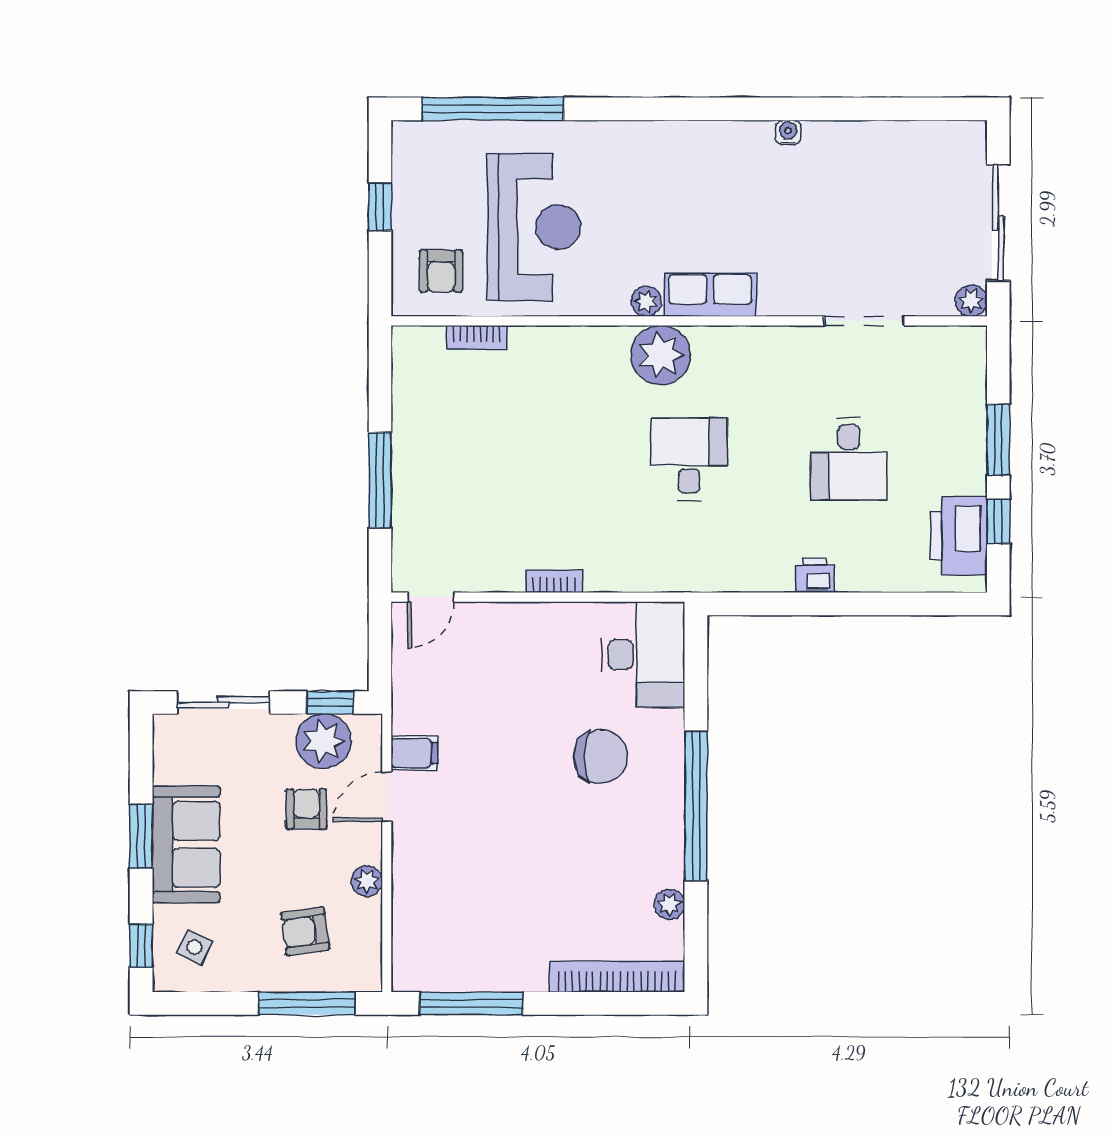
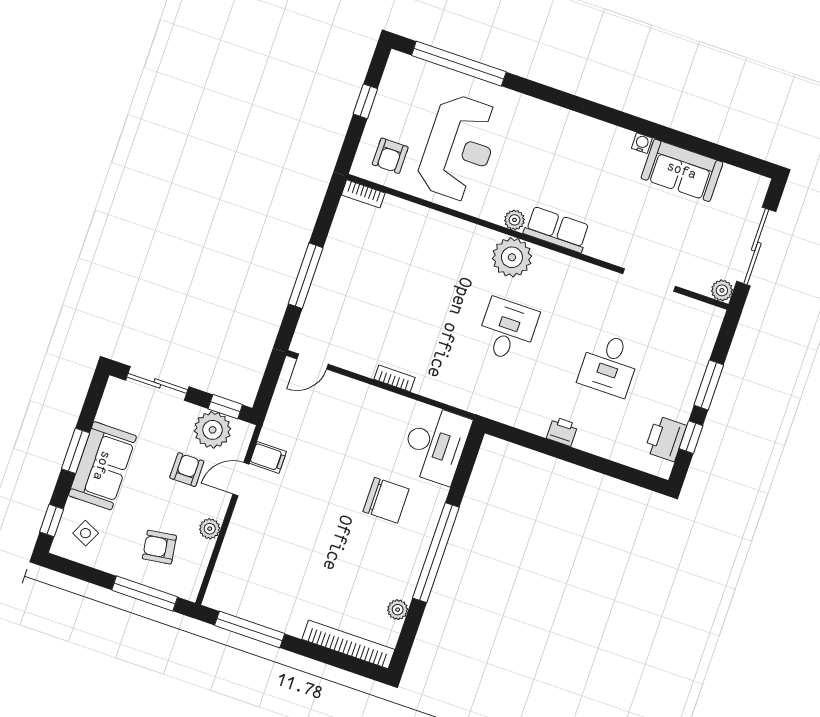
sofa: (858, 151) -> (682, 170), added
bookcase: (477, 338) -> (363, 194), moved
printer: (959, 536) -> (666, 439), width x0.73, depth x0.84

